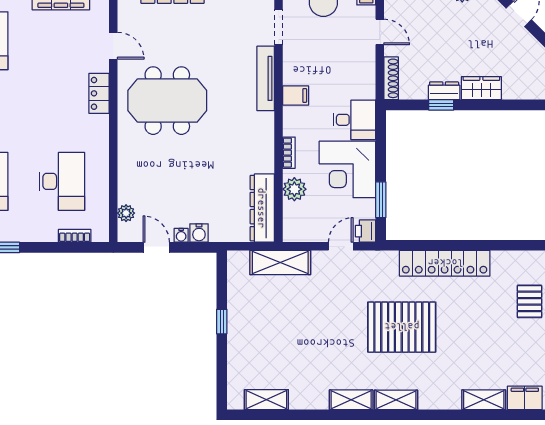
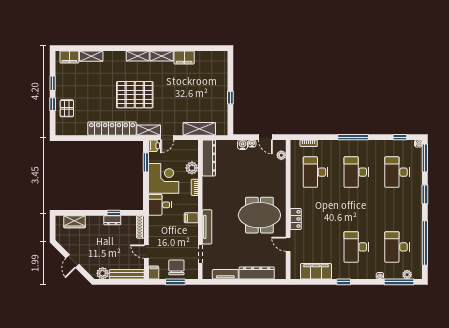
wardrobe: (481, 88) -> (75, 222), moved
filing cabinet: (309, 397) -> (184, 57), added
shelving: (266, 400) -> (149, 130), moved

